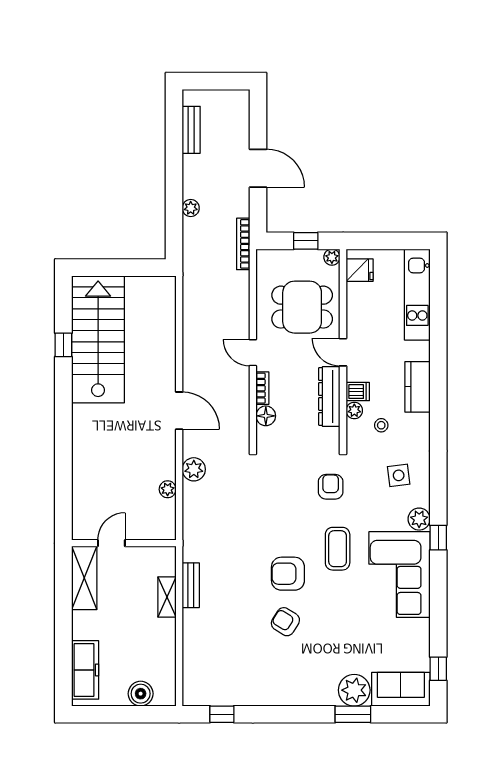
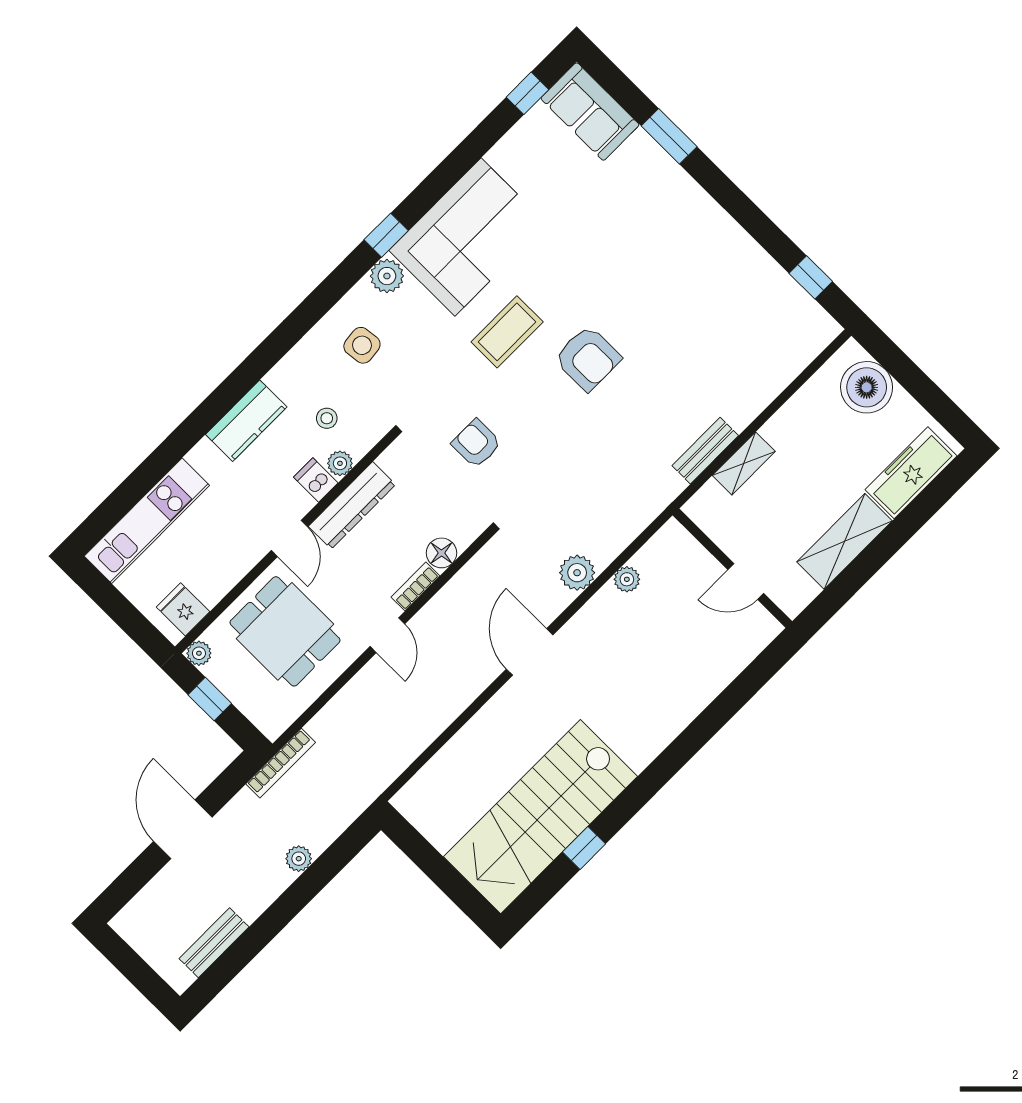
armchair: (331, 487) -> (476, 444), moved, turned 90
shelving: (84, 578) -> (845, 541), moved
armchair: (285, 622) -> (642, 309), removed
plant: (354, 690) -> (642, 161), removed
boiler: (141, 694) -> (867, 387), width x1.37, depth x1.37

